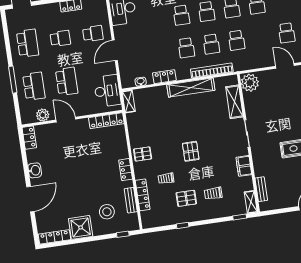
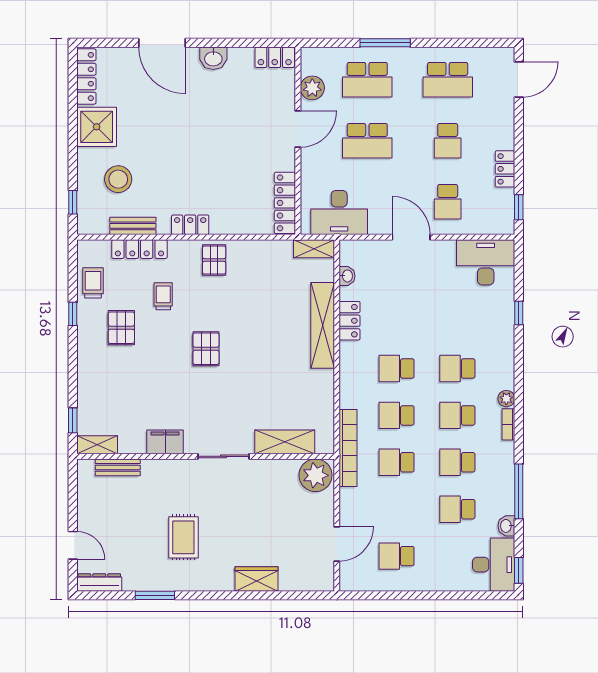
bookcase: (212, 71) -> (348, 448), moved
shelving: (191, 88) -> (323, 325), moved
pallet: (191, 151) -> (206, 349), turned 90
trolley: (213, 193) -> (93, 283), moved

